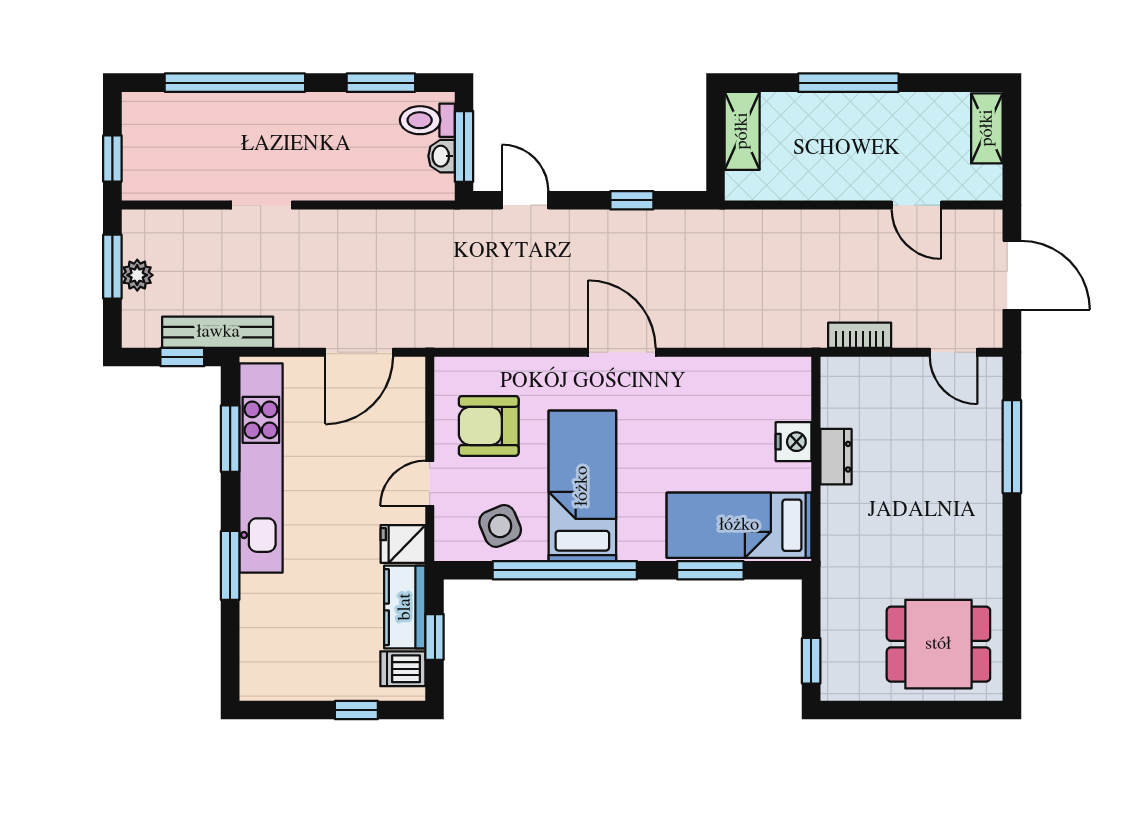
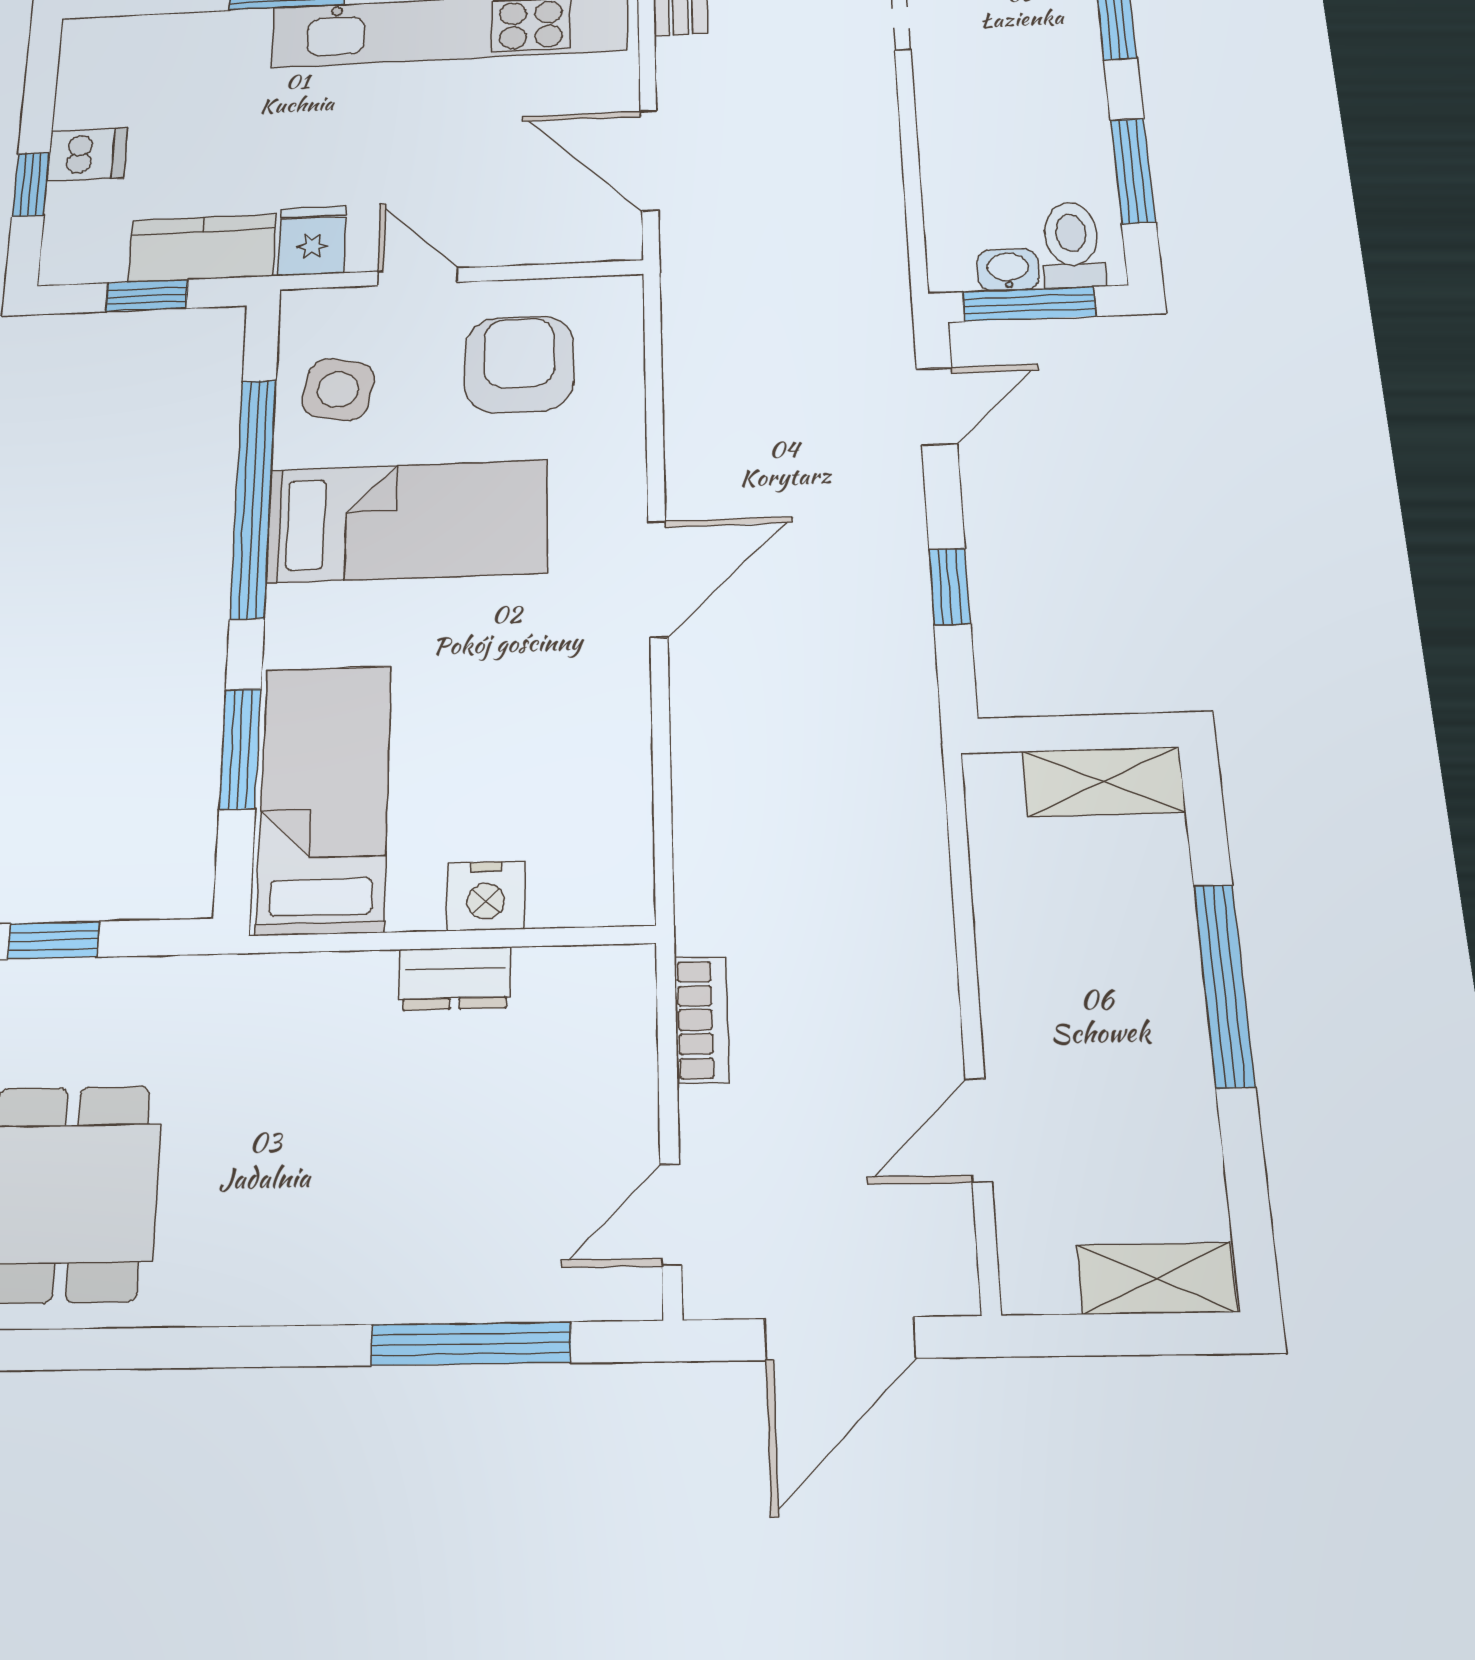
side table: (500, 526) -> (338, 390), turned 34
dishwasher: (403, 669) -> (87, 154), moved, turned 90

